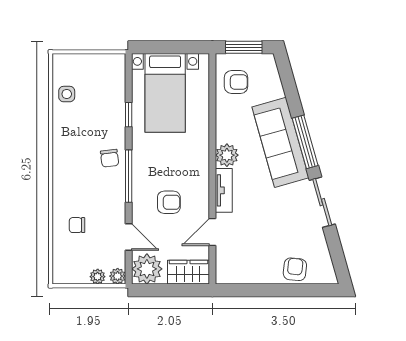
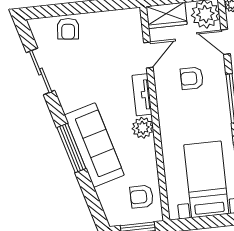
sliding door: (322, 202) -> (41, 72), moved

